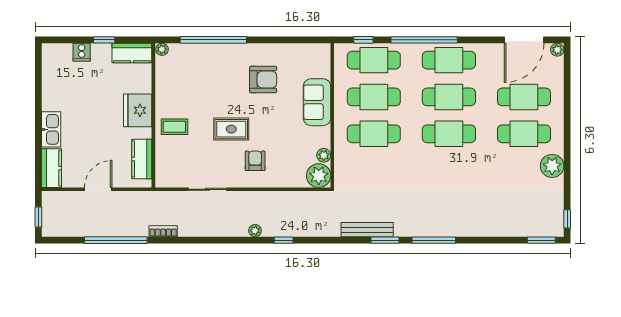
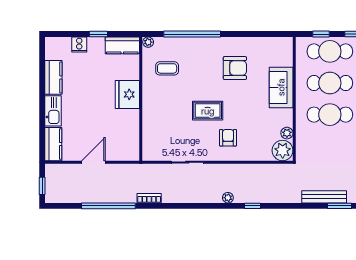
coffee table: (174, 127) -> (167, 68), moved
kitchen counter: (142, 159) -> (53, 77), moved, turned 180

